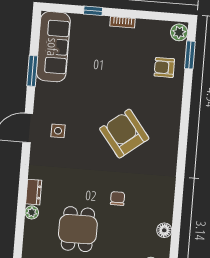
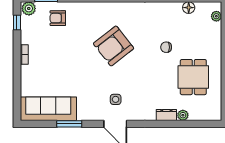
window: (93, 11) -> (17, 23), moved
armchair: (164, 67) -> (58, 18), turned 90
dining table: (78, 229) -> (193, 77), turned 90

